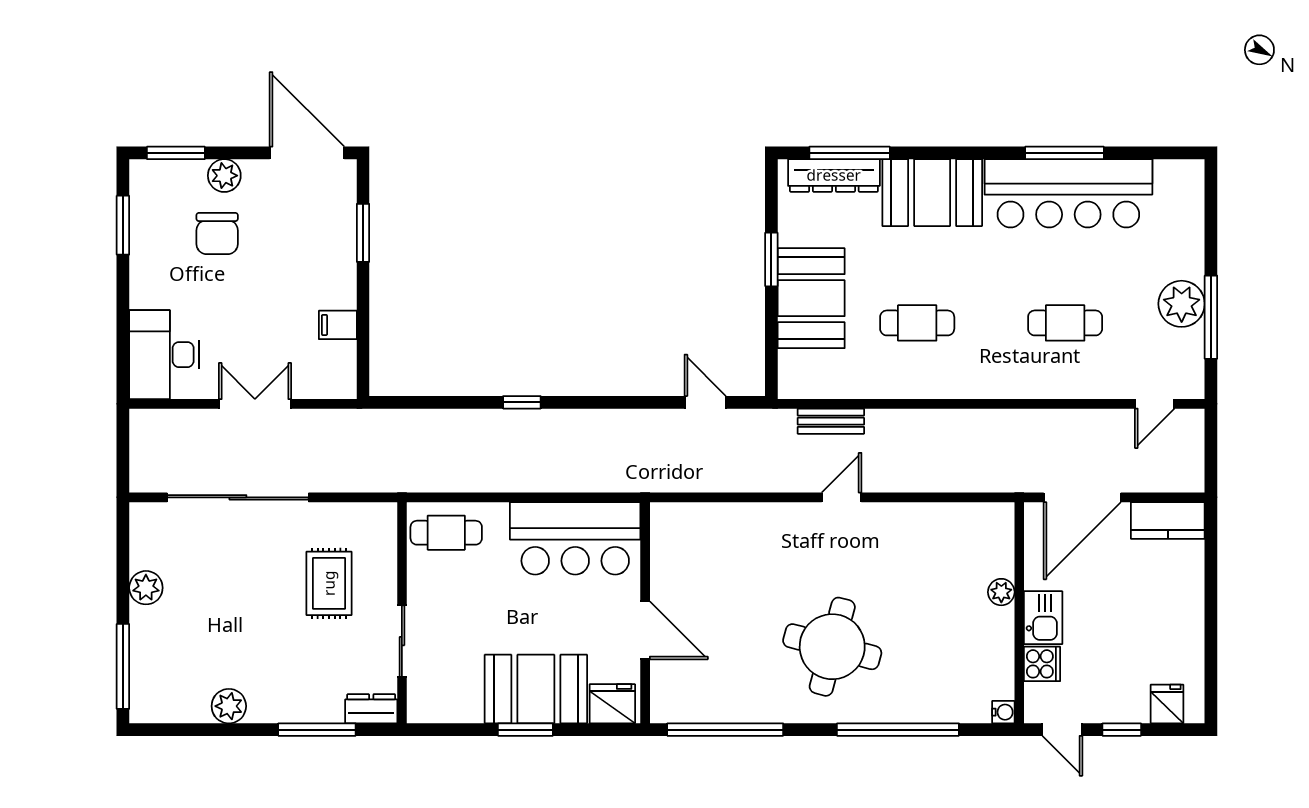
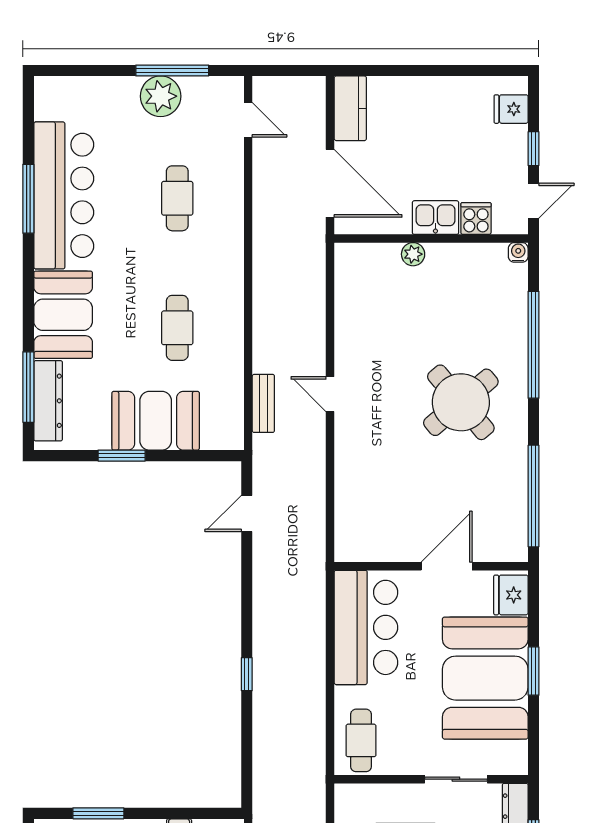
round table: (832, 647) -> (461, 402), turned 35
booth: (536, 689) -> (485, 678), width x1.36, depth x1.42

